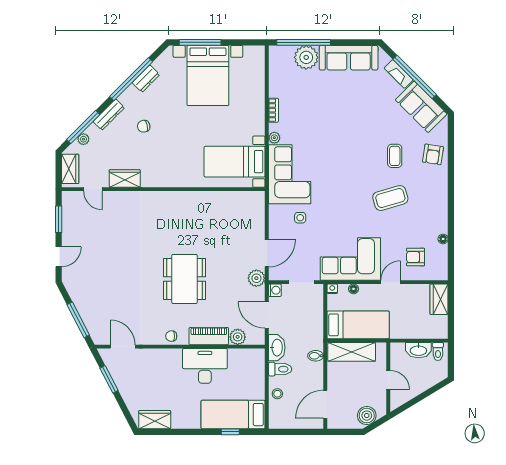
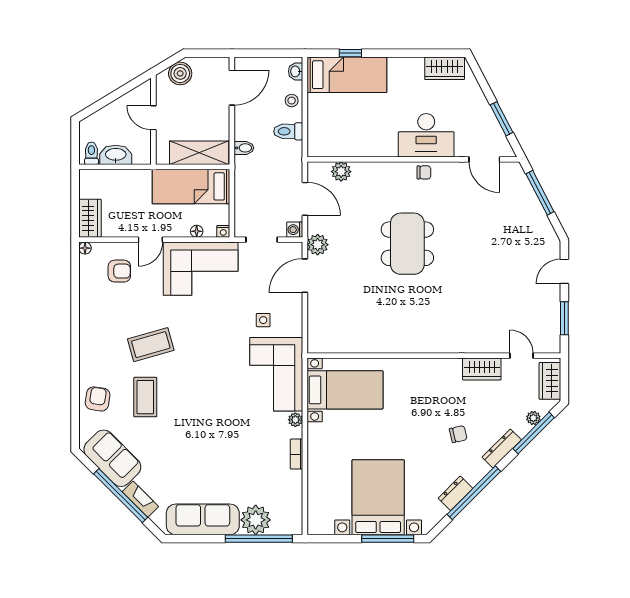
coffee table: (395, 156) -> (145, 397), width x1.36, depth x1.30
floor lamp: (443, 239) -> (85, 248), moved
piano: (209, 336) -> (377, 173), removed
washbasin: (277, 348) -> (296, 71), moved, width x0.52, depth x0.69
desk: (205, 366) -> (426, 135), moved

